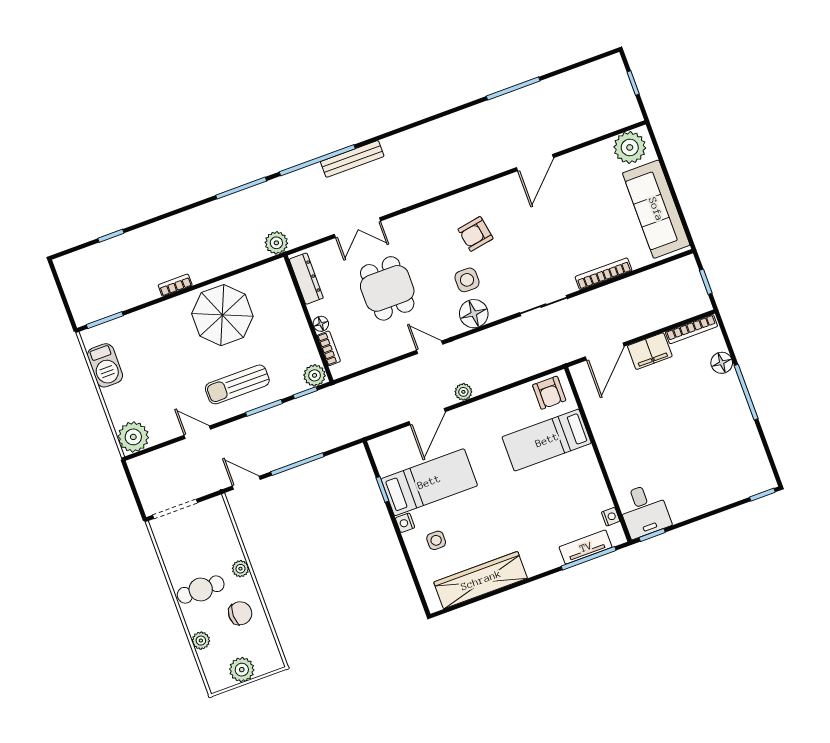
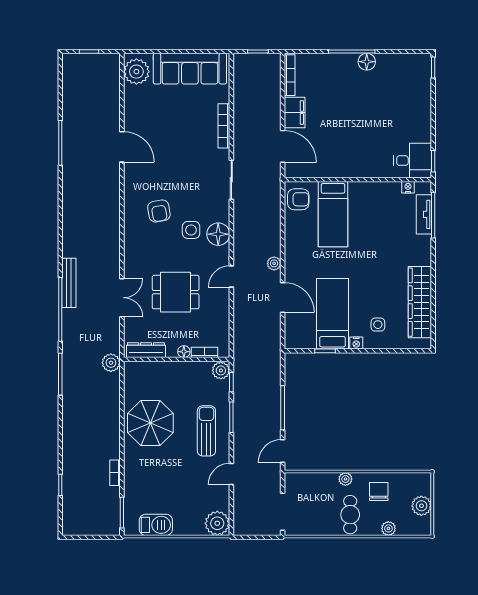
bookcase: (175, 285) -> (115, 473), moved
floor lamp: (722, 363) -> (367, 62), moved
sun lounger: (237, 384) -> (206, 431), turned 180

